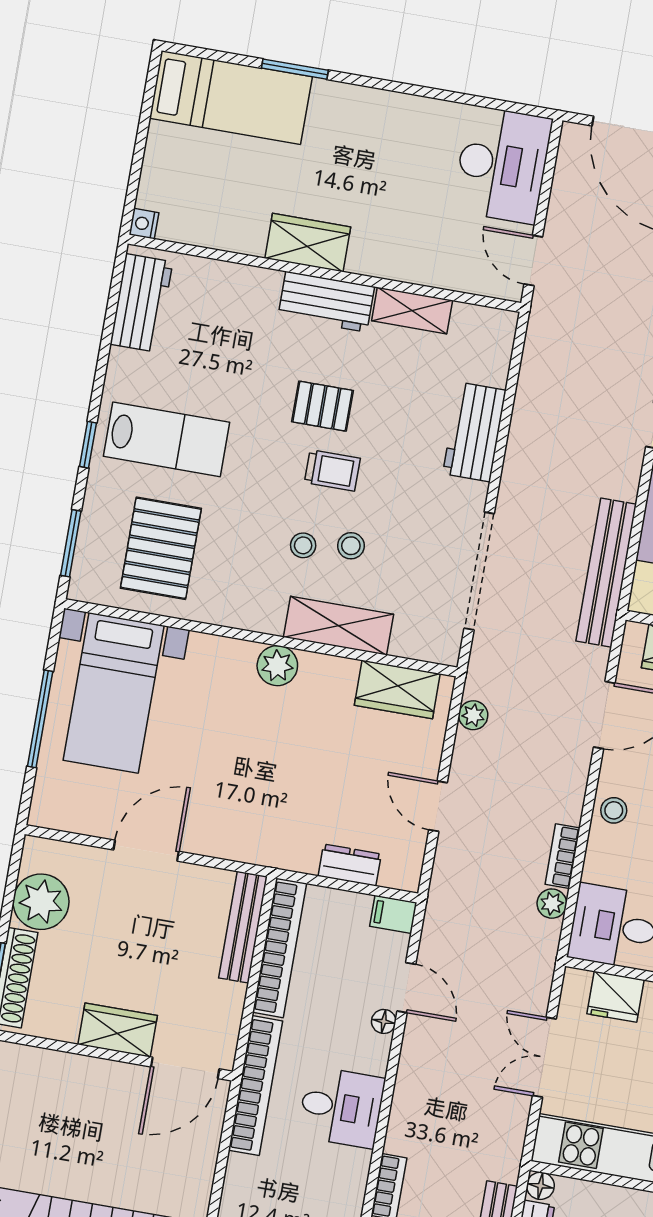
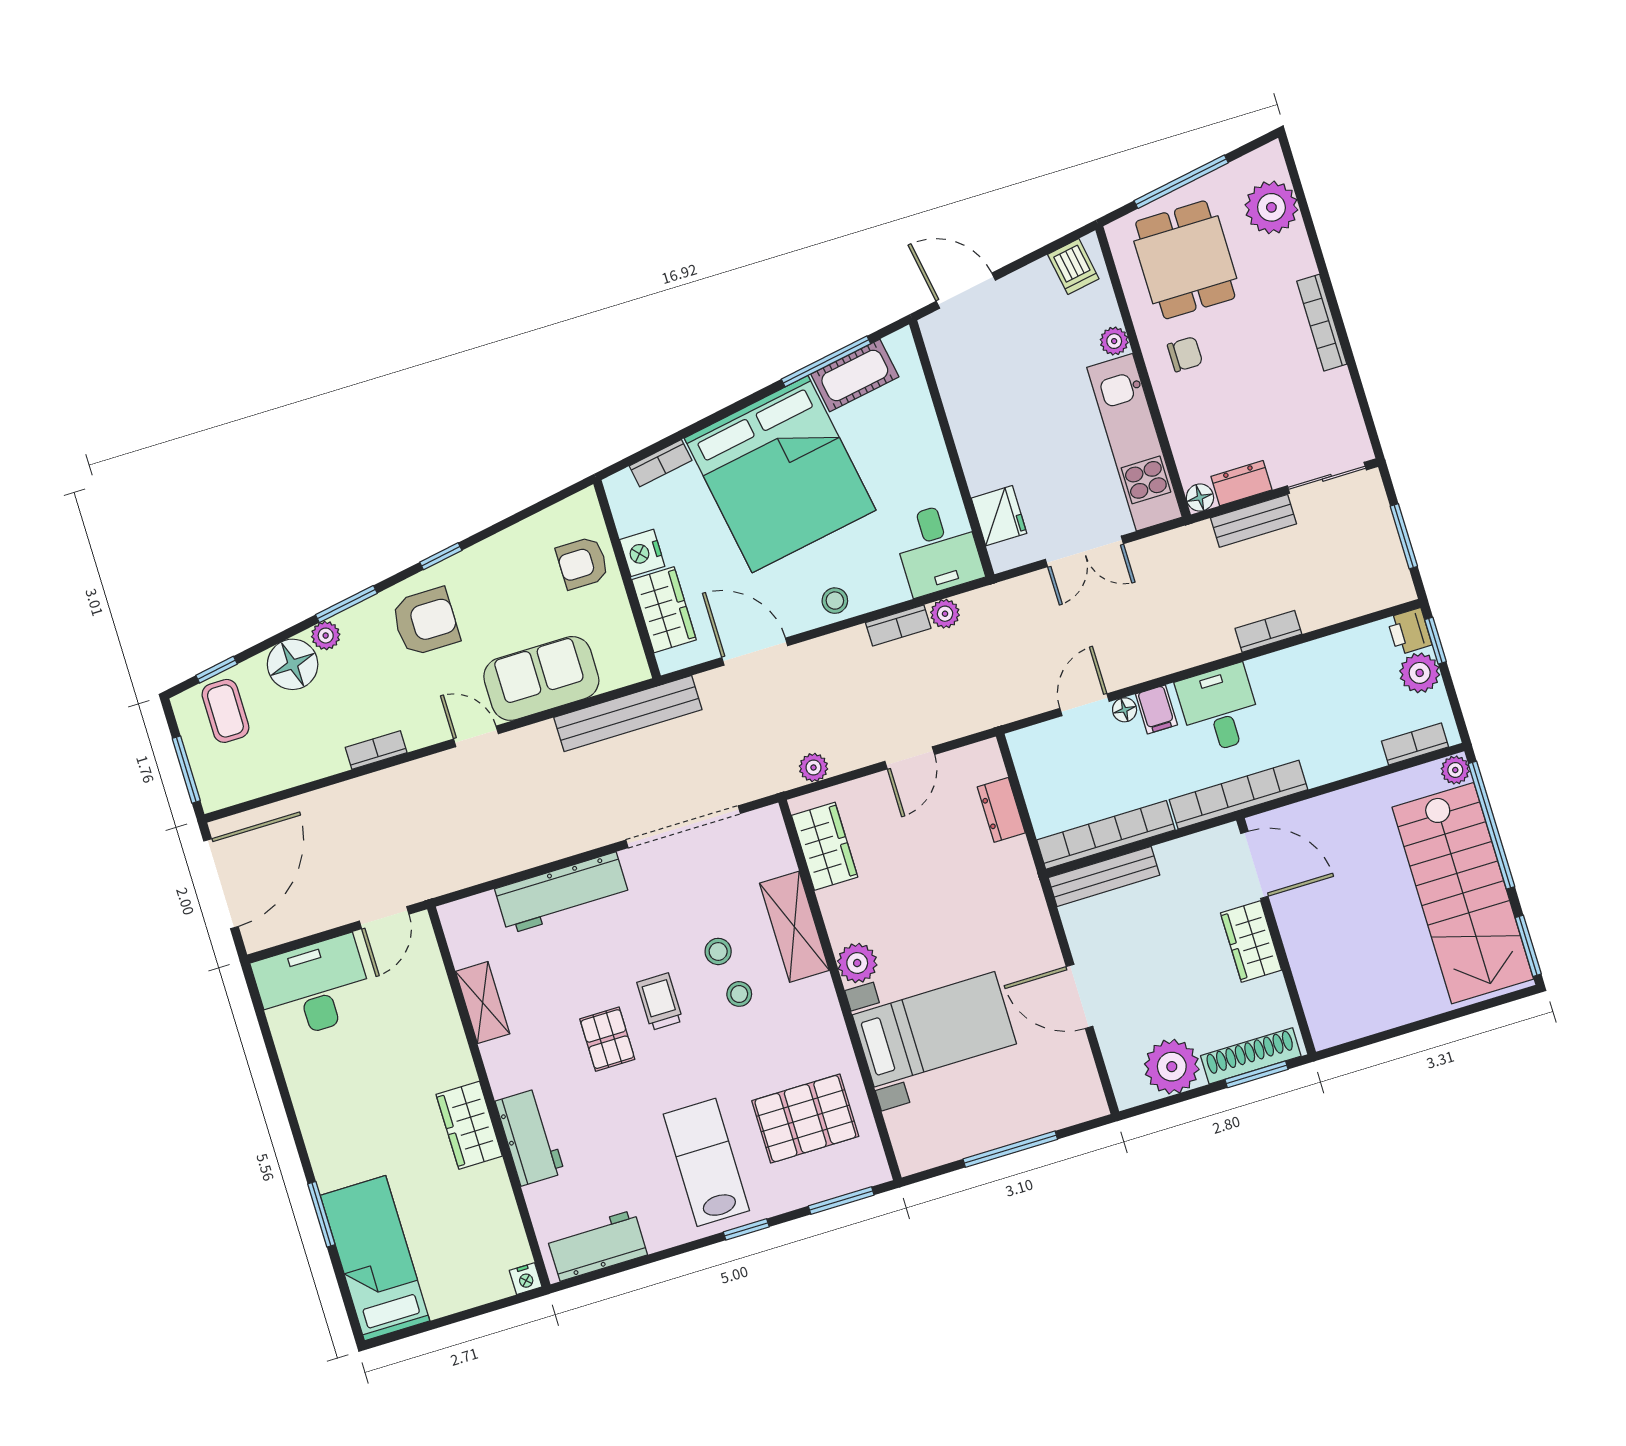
workbench: (326, 302) -> (530, 1137), moved
workbench: (474, 432) -> (562, 893), width x1.38
bed with nightstands: (114, 693) -> (934, 1029), moved
filing cabinet: (393, 914) -> (1156, 709), moved

